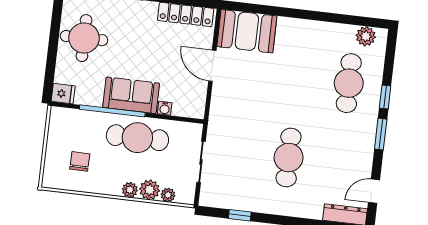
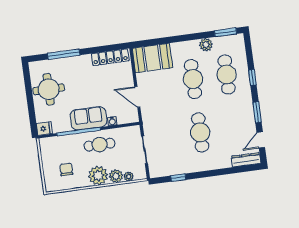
window: (363, 21) -> (225, 32), added
plant: (366, 36) -> (206, 45), moved
door: (212, 66) -> (137, 97), moved
cafe table: (298, 77) -> (193, 79), added
window: (381, 134) -> (257, 112), moved
cafe table: (137, 138) -> (99, 145), width x0.73, depth x0.74
plant: (130, 190) -> (98, 176), width x1.87, depth x1.87

